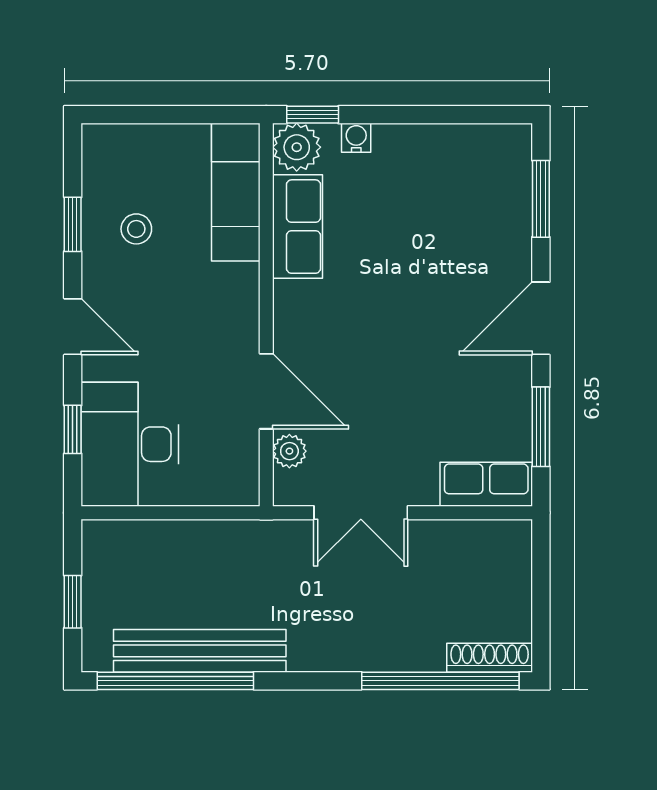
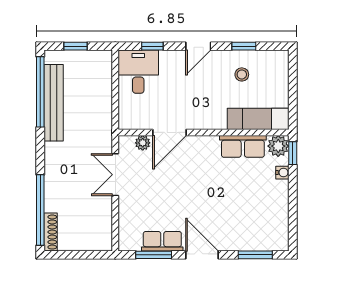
desk: (130, 444) -> (138, 72), width x0.73
row of seats: (486, 484) -> (162, 241), moved, turned -90

